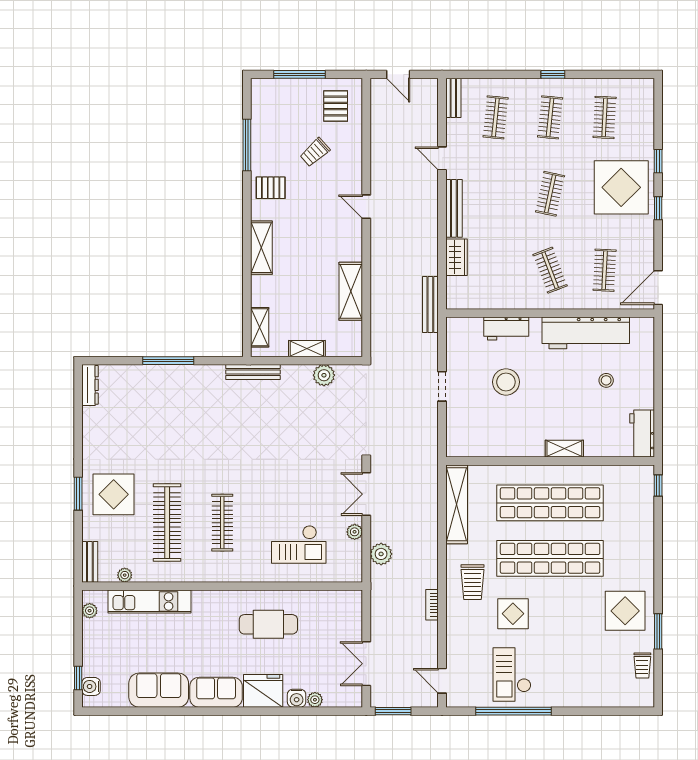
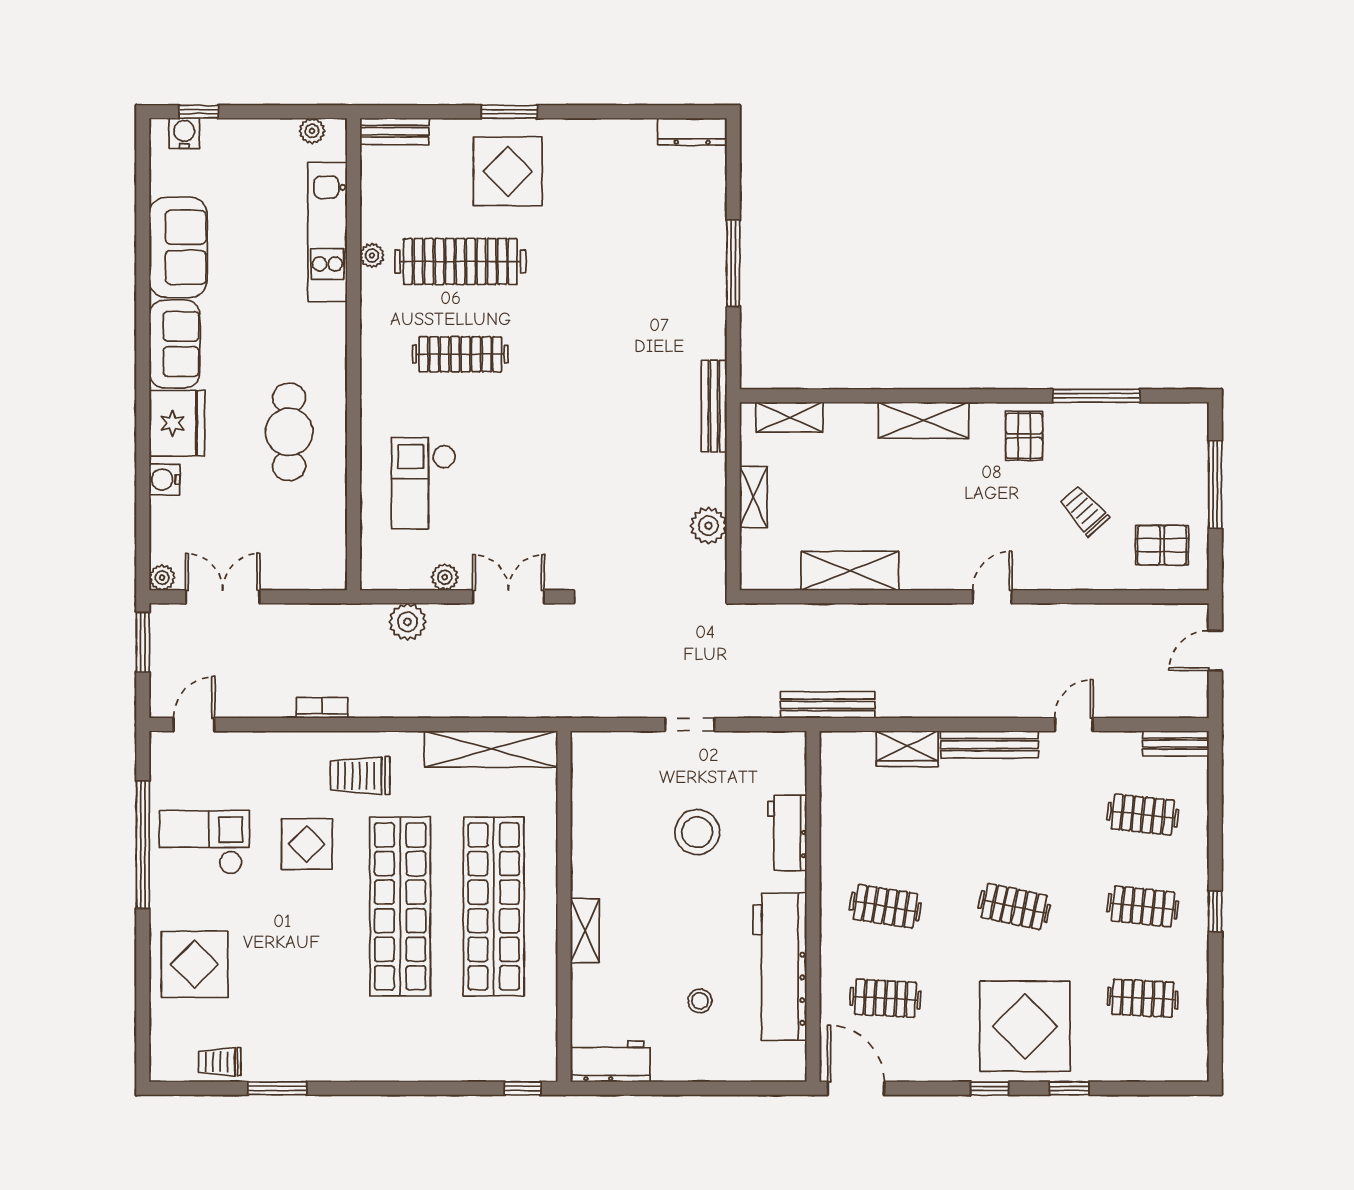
clothes rail: (550, 270) -> (885, 906), turned 30
plant: (125, 575) -> (372, 255), moved
display table: (625, 611) -> (195, 964), moved
plant: (315, 700) -> (162, 578), moved

